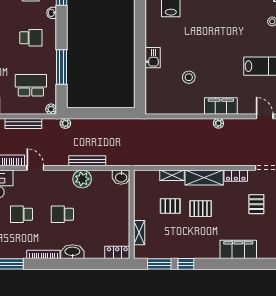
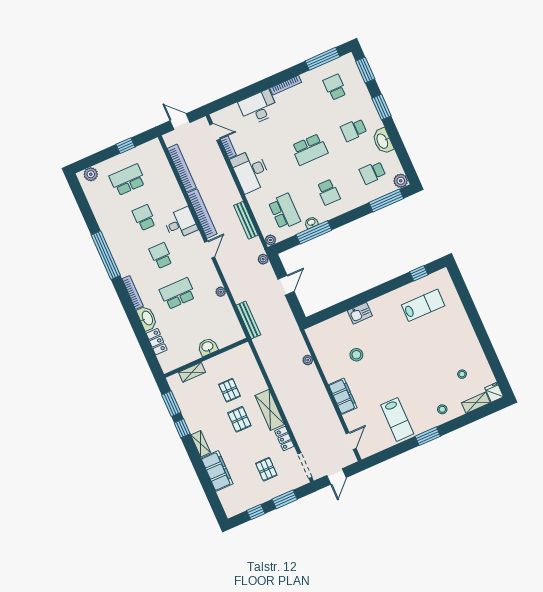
washbasin: (52, 13) -> (311, 223), moved
door: (98, 113) -> (286, 285), added
plant: (218, 123) -> (308, 360), moved
bench: (87, 161) -> (248, 320), moved
shelving: (172, 175) -> (201, 444), moved
washbasin: (121, 177) -> (208, 347), moved, turned 90
plant: (82, 179) -> (221, 292), width x0.53, depth x0.53
pallet: (256, 204) -> (266, 469), turned 90
school desk: (62, 214) -> (178, 294), width x1.85
locker: (117, 252) -> (157, 342), moved

